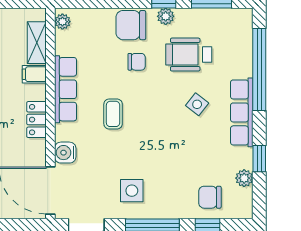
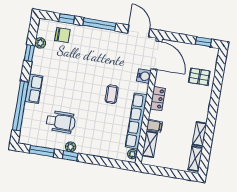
chair: (131, 25) -> (92, 145), removed
chair: (137, 62) -> (92, 123), removed
row of seats: (65, 89) -> (136, 121), width x1.36
side table: (197, 104) -> (61, 91), removed
row of seats: (242, 112) -> (34, 89), width x0.68
side table: (132, 191) -> (108, 47), removed

